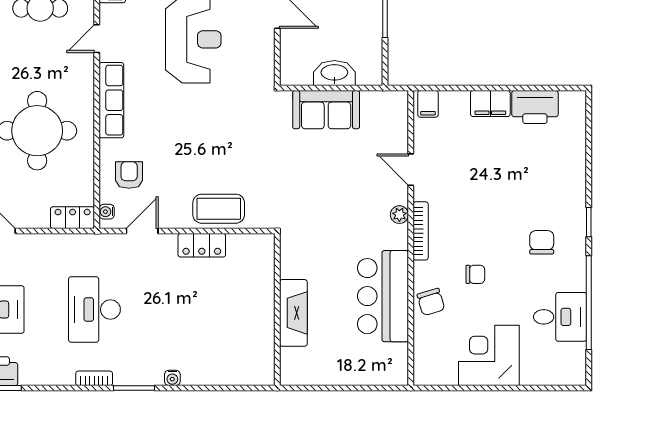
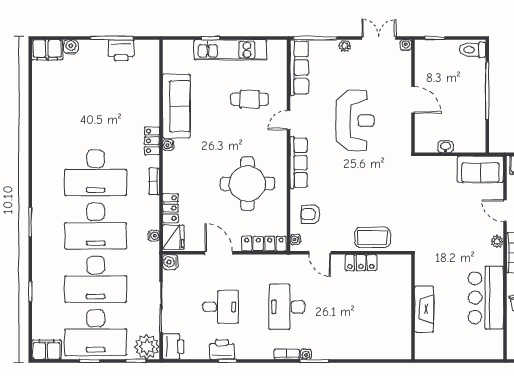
washbasin: (334, 73) -> (446, 147), width x0.52, depth x0.69
sofa: (326, 110) -> (480, 169), moved
armchair: (129, 175) -> (311, 214), turned -90
locker: (73, 218) -> (264, 244), width x1.53
door: (142, 231) -> (320, 253), swing flipped
water cooler: (172, 378) -> (306, 354), moved

